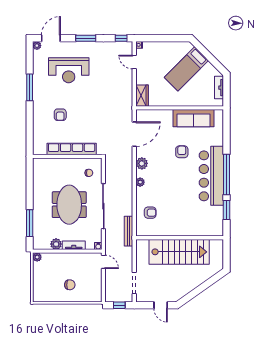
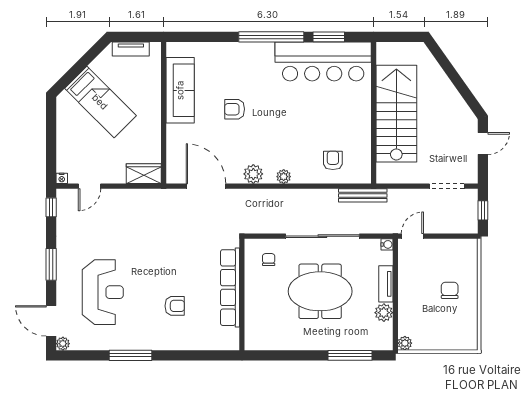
bar counter: (211, 176) -> (323, 62), moved

